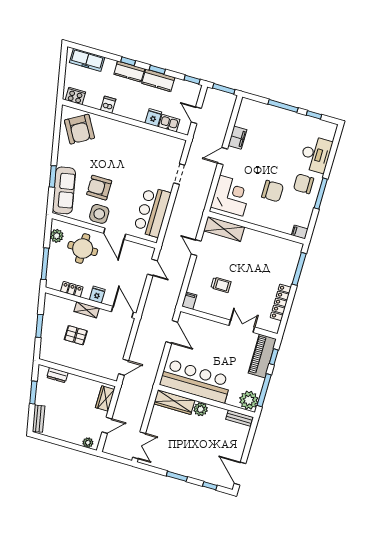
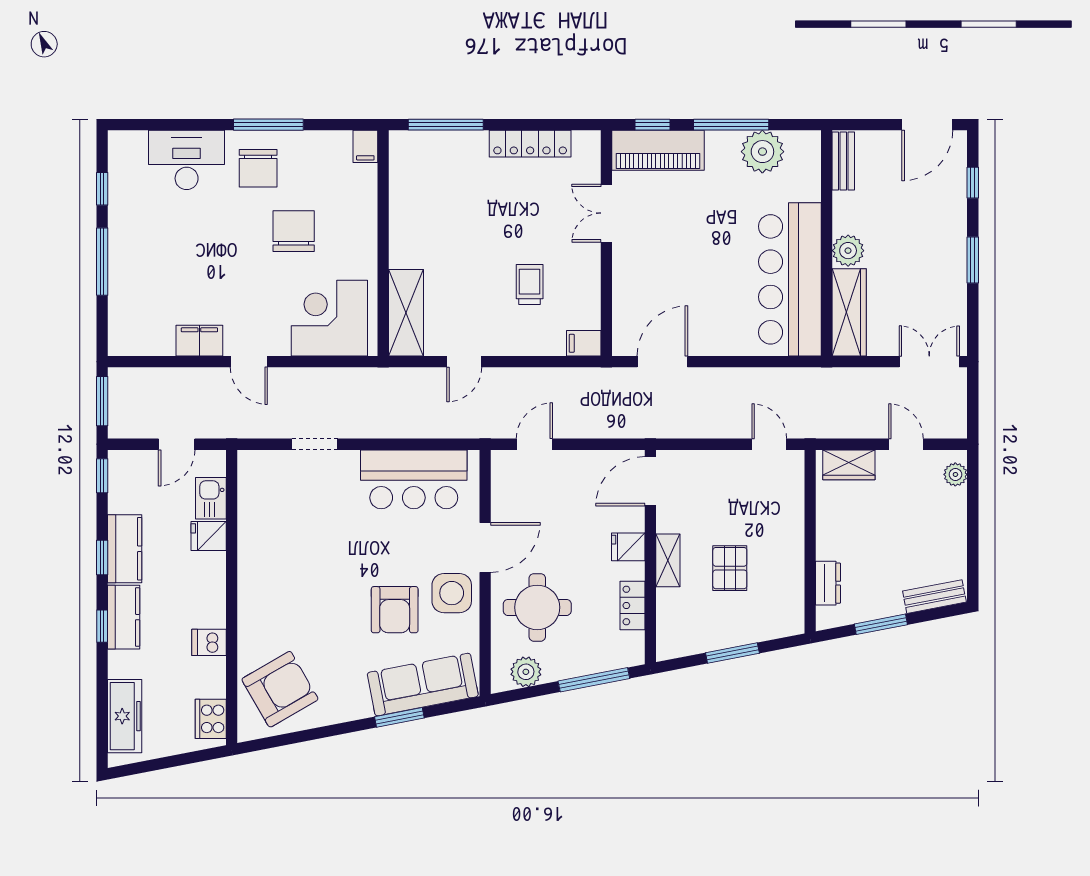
bar counter: (196, 381) -> (790, 279), moved
wall: (206, 401) -> (827, 243), moved
wardrobe: (174, 402) -> (849, 312), moved
plant: (201, 409) -> (848, 251), moved
bench: (239, 418) -> (843, 161), moved

